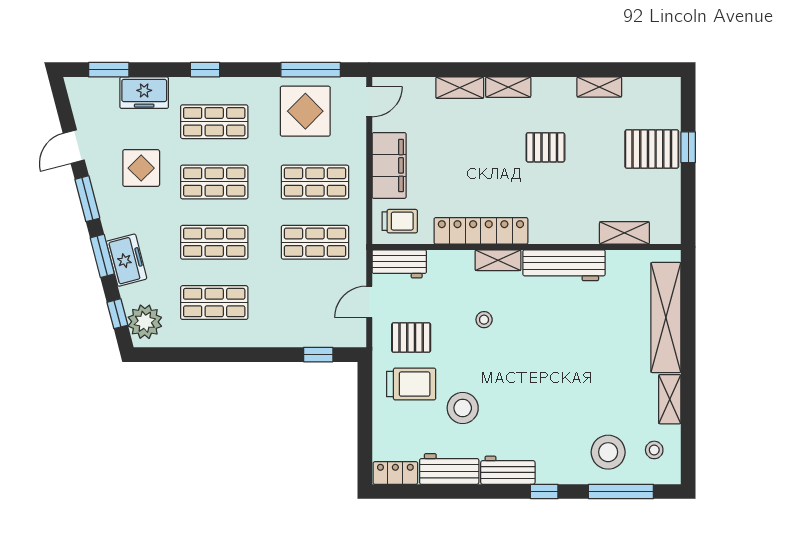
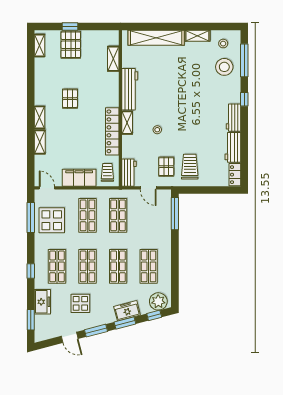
shelving: (599, 87) -> (39, 45), moved
window: (318, 355) -> (175, 214), width x2.17
stool: (463, 408) -> (202, 141), removed

